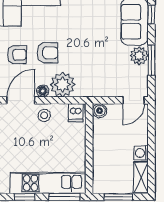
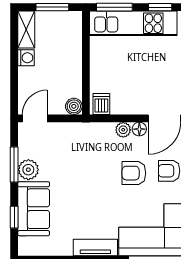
plant: (63, 85) -> (123, 130), width x0.53, depth x0.53
stool: (44, 115) -> (138, 101), removed

